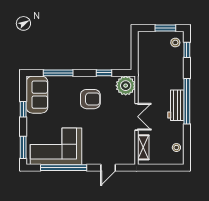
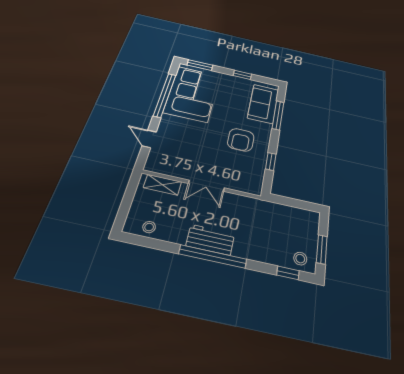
plant: (126, 86) -> (250, 182), removed
sofa: (37, 95) -> (263, 104), moved, turned 90

